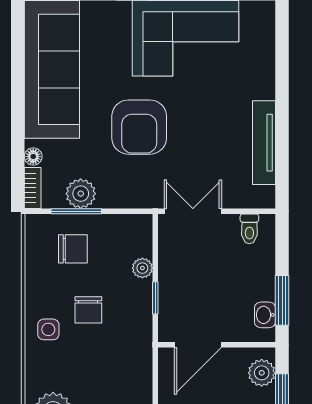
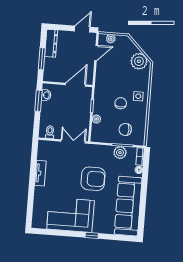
armchair: (139, 127) -> (93, 179), turned 90
tv unit: (264, 143) -> (40, 173), width x0.71
double door: (193, 211) -> (73, 141), swing flipped
plant: (262, 373) -> (49, 71), removed

